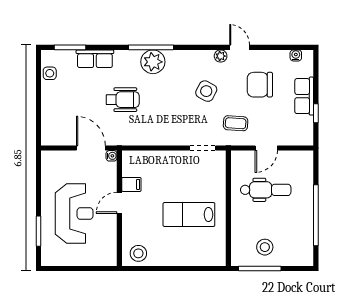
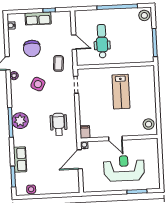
wheelchair: (123, 100) -> (59, 124), moved
filing cabinet: (131, 184) -> (85, 132), moved
stool: (265, 247) -> (144, 15), moved

